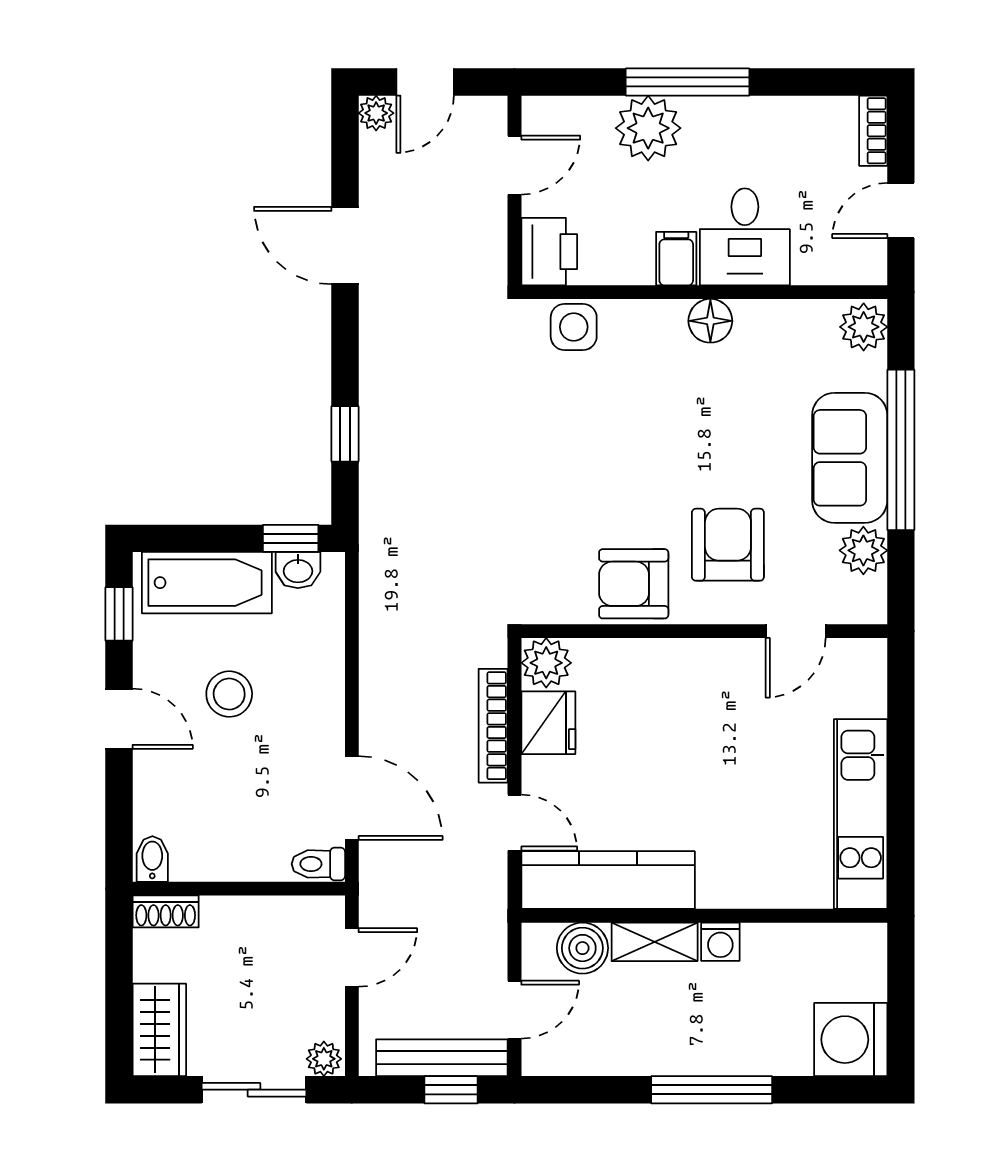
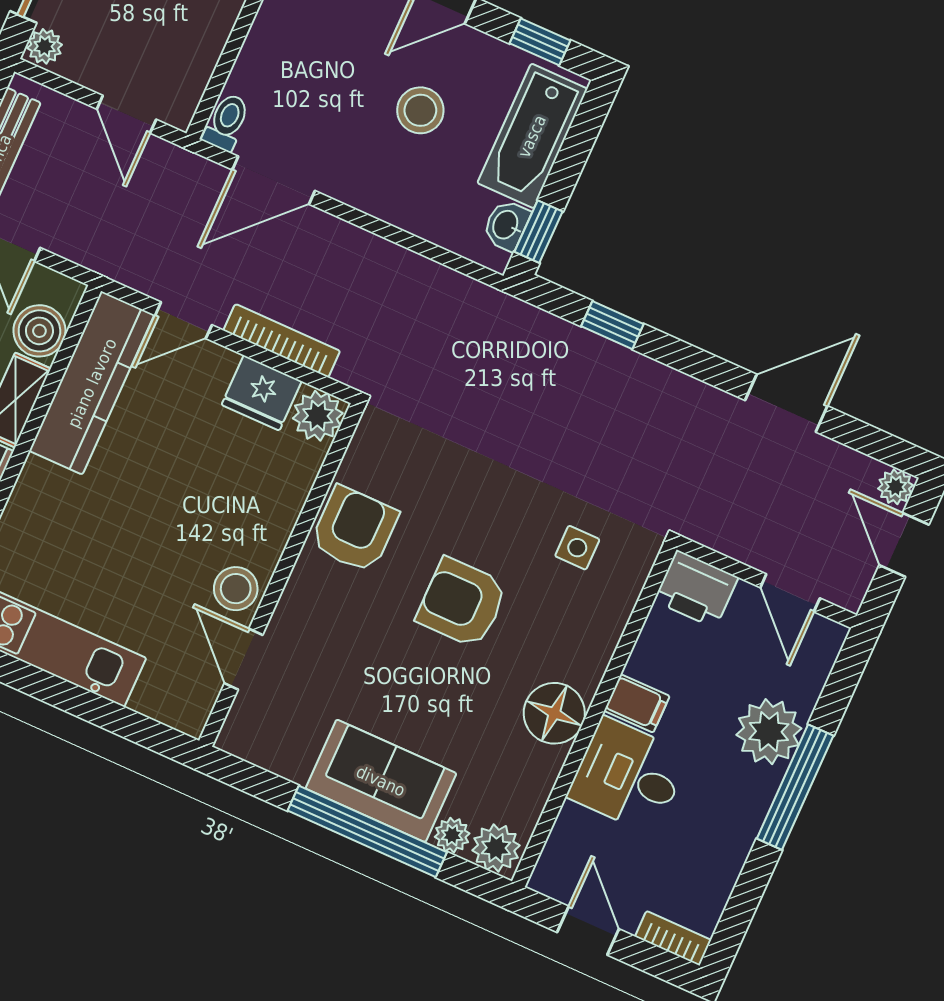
floor lamp: (710, 321) -> (554, 713), width x1.38, depth x1.38
side table: (574, 327) -> (577, 548), moved, width x0.73, depth x0.73
armchair: (728, 545) -> (462, 603), moved, turned 180
plant: (863, 550) -> (452, 835), moved, width x0.73, depth x0.73
stool: (735, 667) -> (236, 589), added

